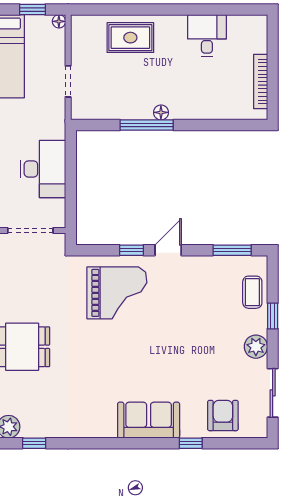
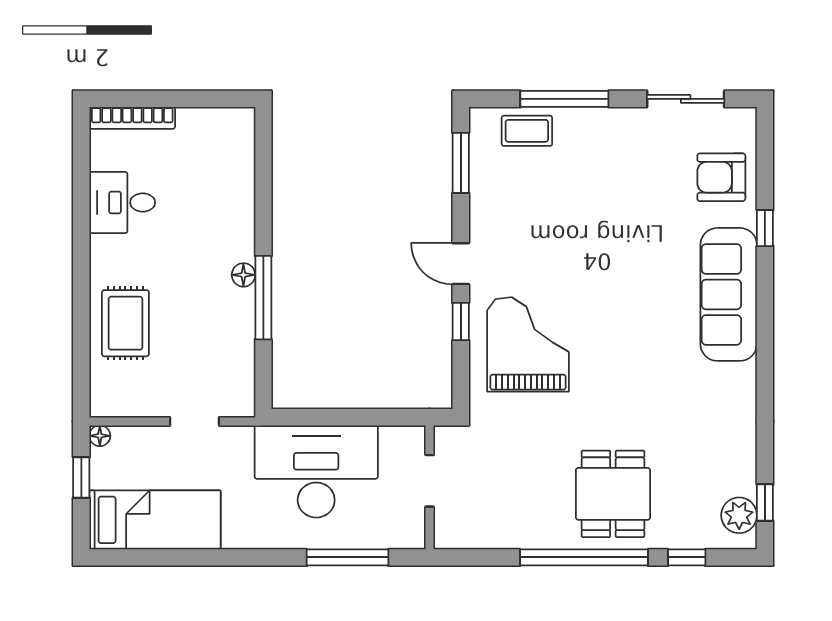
bookcase: (261, 81) -> (132, 118), moved
desk: (43, 169) -> (316, 471), width x1.36, depth x1.30
doorway: (30, 230) -> (430, 481), width x0.73
window: (273, 316) -> (564, 99), width x2.17
plant: (256, 347) -> (613, 125), removed
sofa: (149, 420) -> (729, 294), width x1.36
window: (34, 443) -> (765, 503), moved

